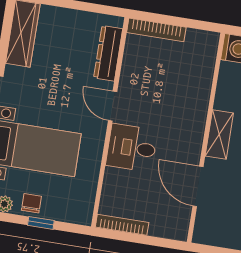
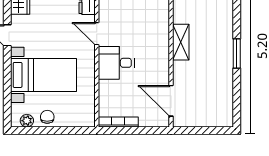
door: (198, 186) -> (171, 101), moved
window: (41, 223) -> (57, 131), removed

